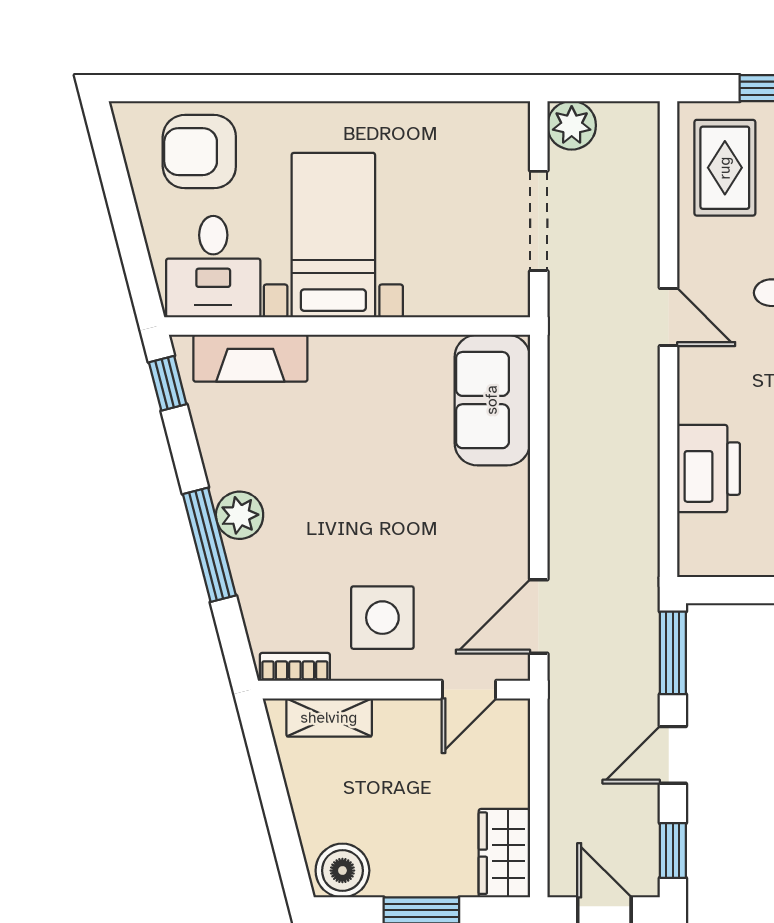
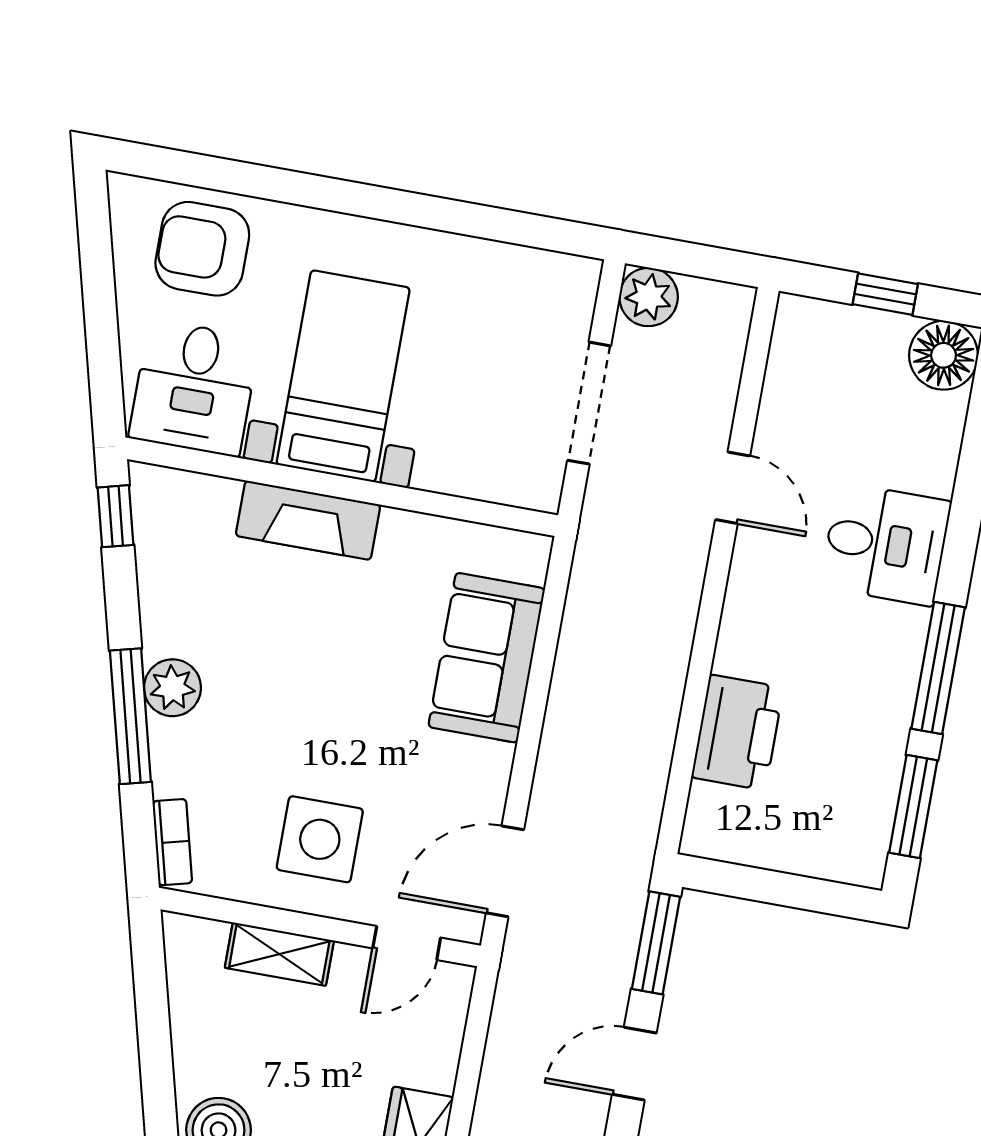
rug: (725, 168) -> (821, 380), removed
door: (669, 317) -> (733, 488), moved
fireplace: (250, 358) -> (308, 520), moved
sofa: (492, 400) -> (487, 658), moved
bookcase: (295, 667) -> (172, 842), moved, turned 76
shelving: (329, 718) -> (279, 954), moved

